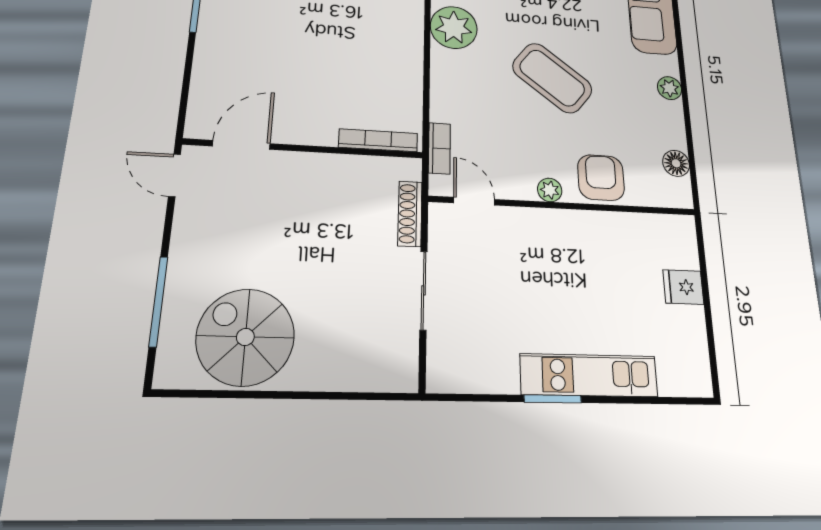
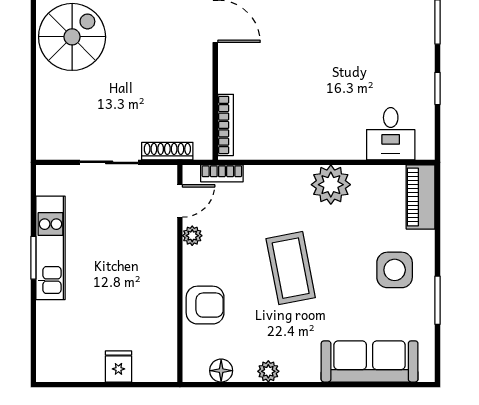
coffee table: (552, 78) -> (291, 268), turned -49
plant: (669, 88) -> (268, 371), moved
plant: (550, 190) -> (192, 236), moved
kitchen unit: (589, 375) -> (50, 248), moved

